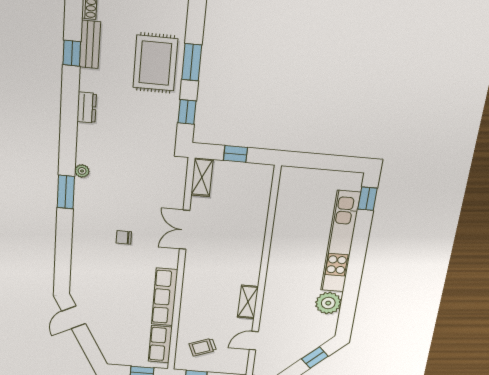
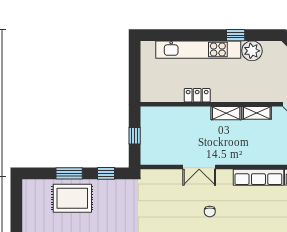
shelving: (202, 177) -> (226, 113), moved
window: (368, 199) -> (236, 35), moved
locker: (280, 236) -> (197, 95), added

